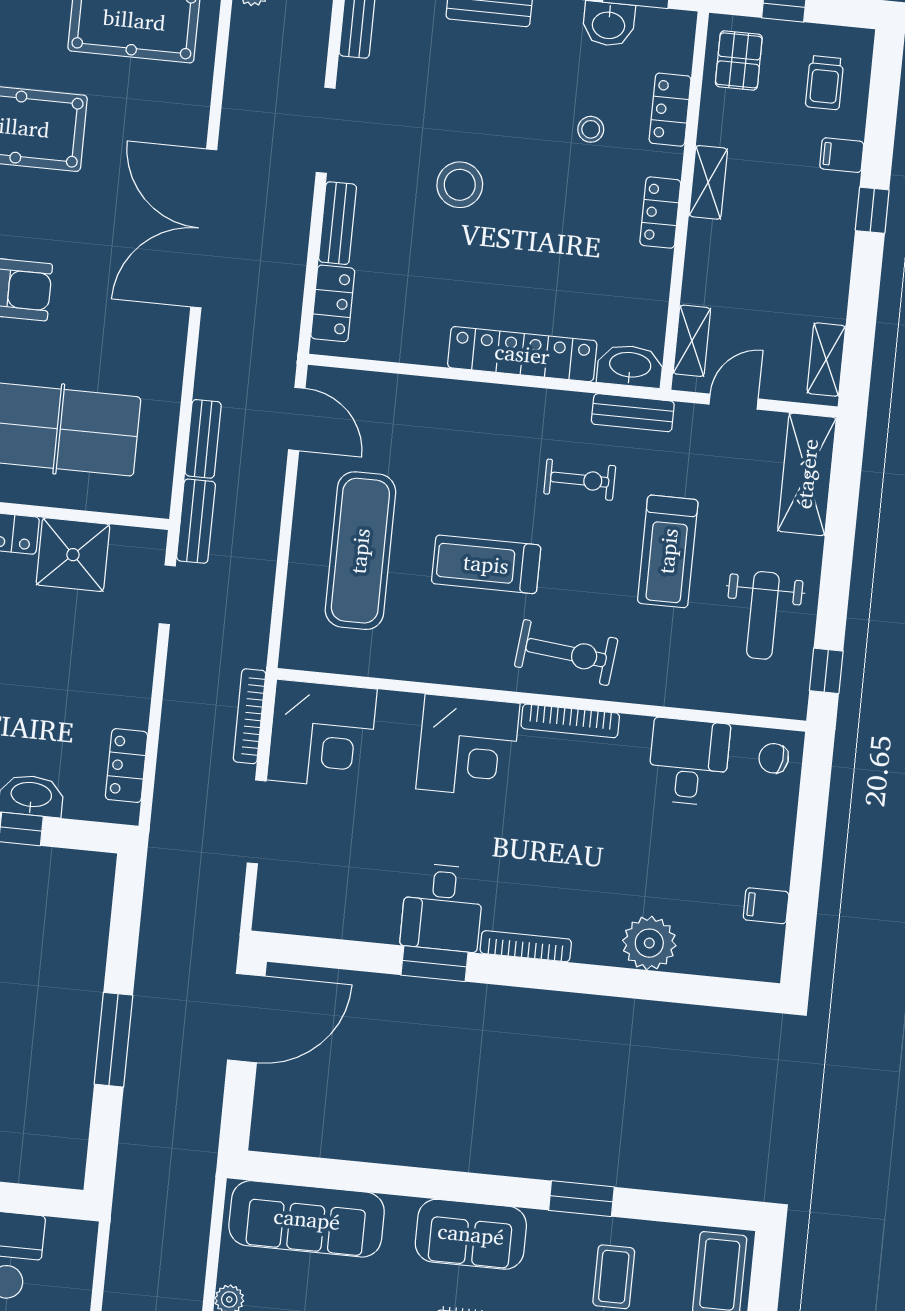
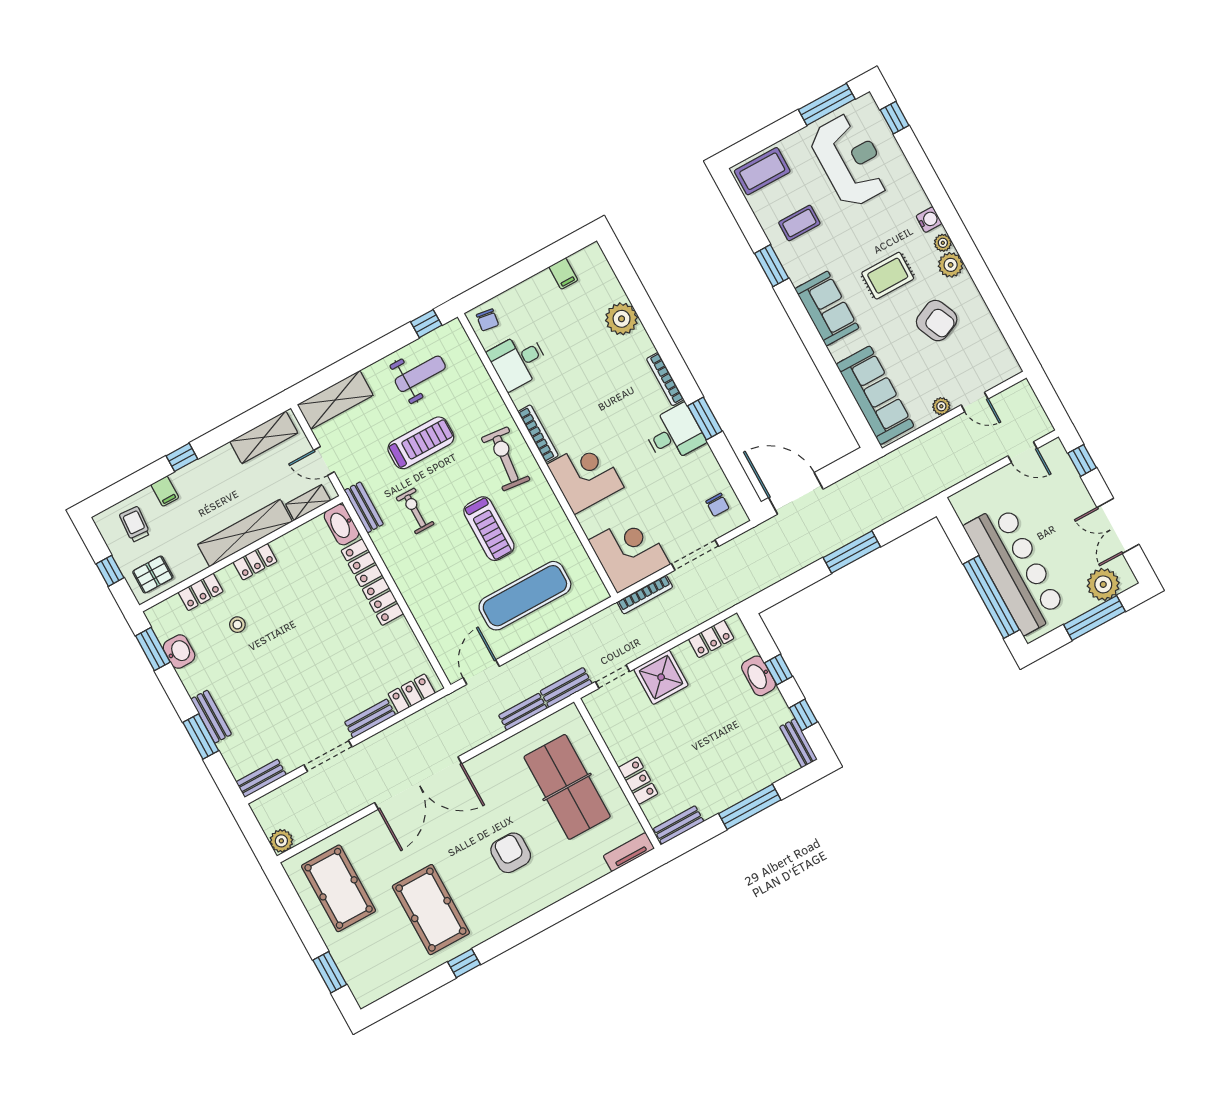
trolley: (825, 83) -> (135, 524), turned -86
shelving: (708, 182) -> (245, 533), width x2.20, depth x1.33
stool: (460, 185) -> (309, 671), removed
shelving: (826, 360) -> (264, 437), width x1.50, depth x1.33
shower: (73, 555) -> (661, 677), moved
chair: (304, 900) -> (717, 505), added

